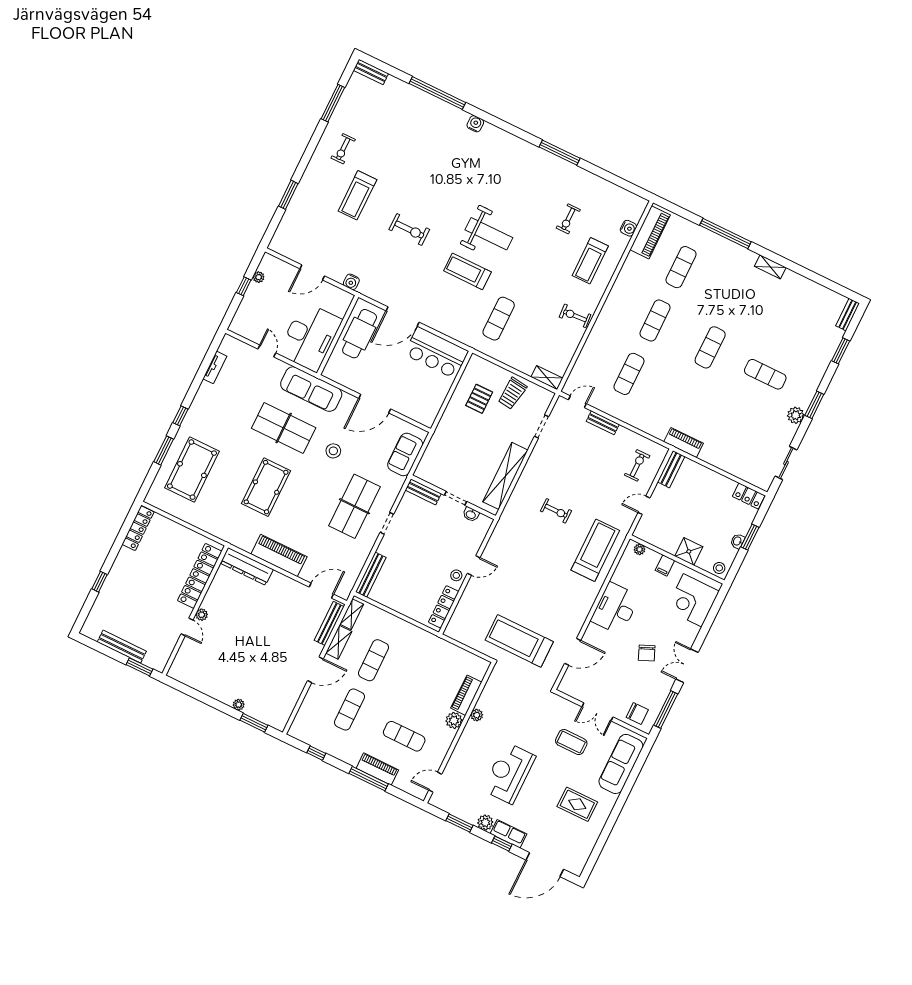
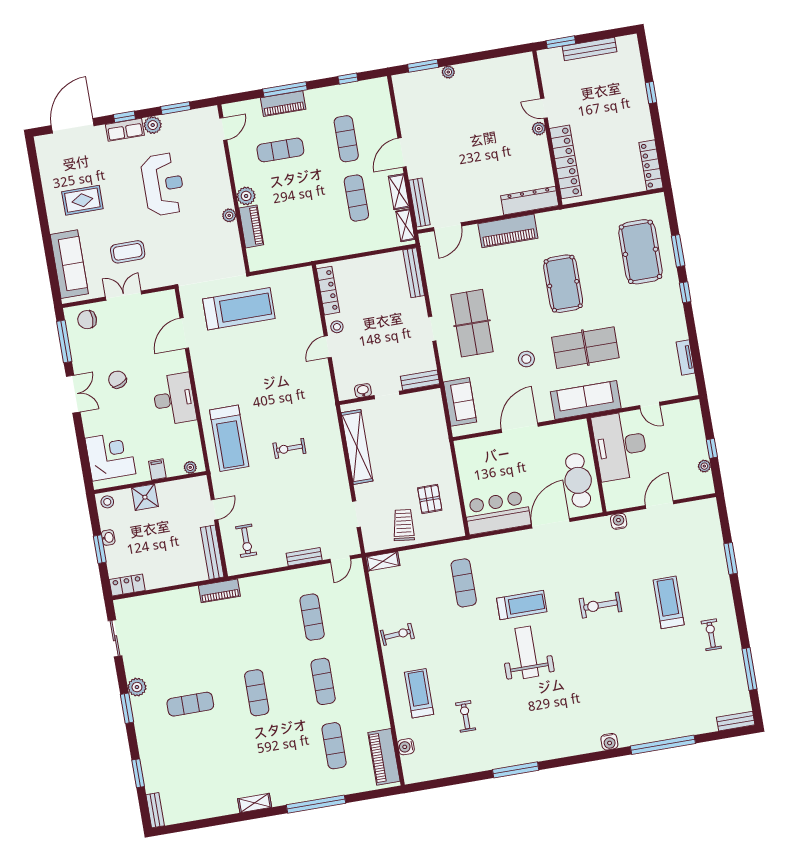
weight bench: (489, 234) -> (527, 652), turned 90
bench: (671, 469) -> (212, 552), width x1.36

